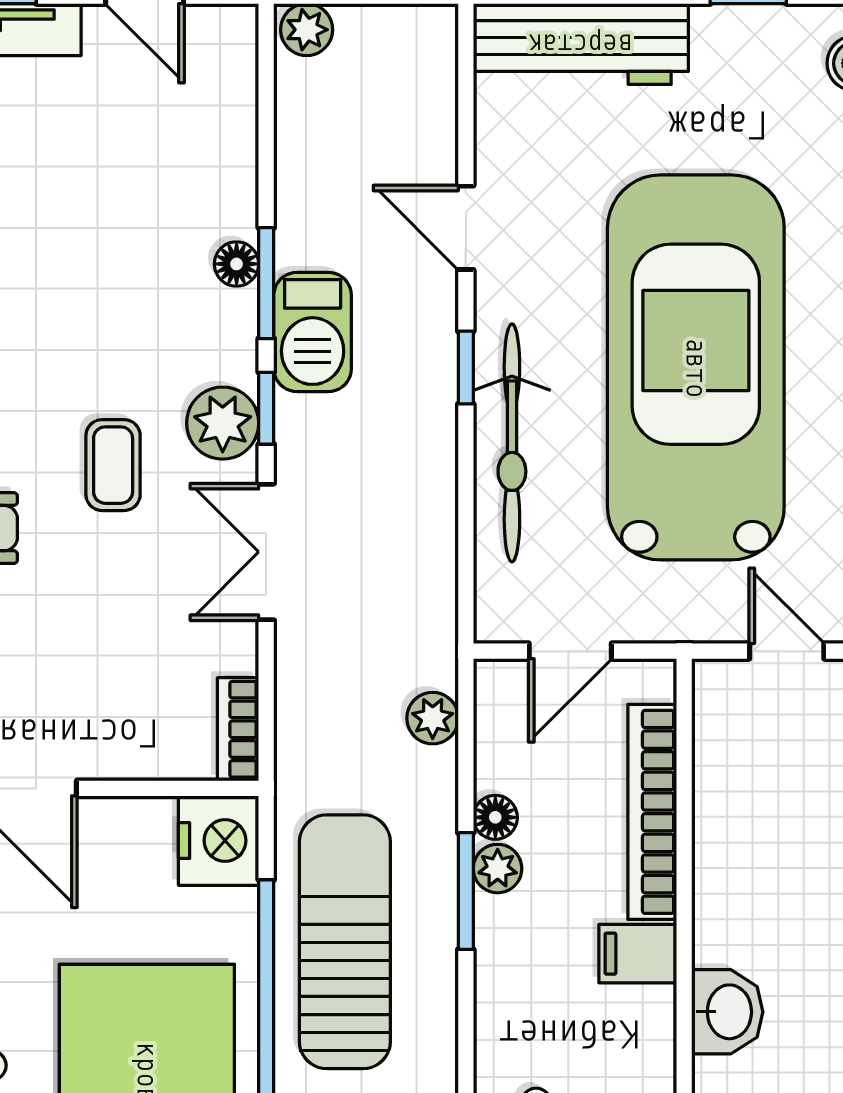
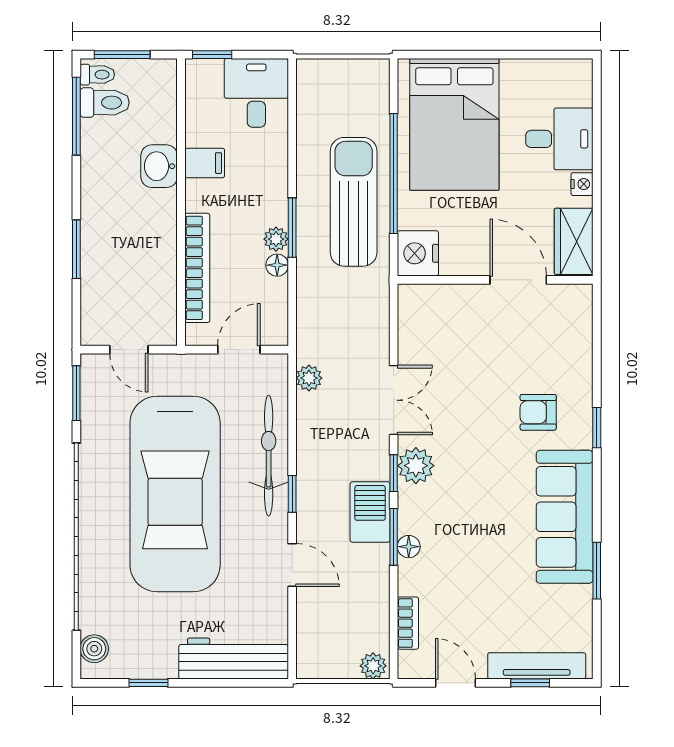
coffee table: (113, 465) -> (472, 444), removed
plant: (433, 718) -> (309, 378), moved
bookcase: (238, 729) -> (408, 623), moved
sun lounger: (345, 942) -> (354, 202), turned 180
filing cabinet: (638, 954) -> (205, 163), moved

